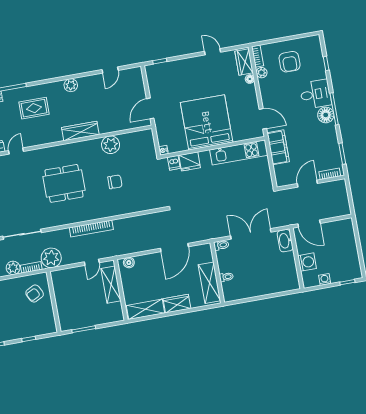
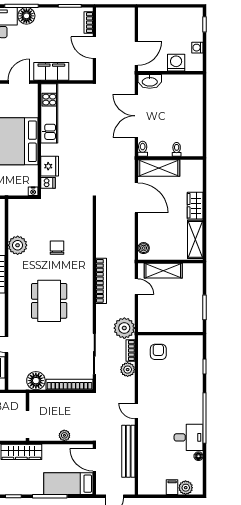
shelving: (209, 283) -> (159, 168), moved
armchair: (35, 294) -> (158, 352), turned -153

